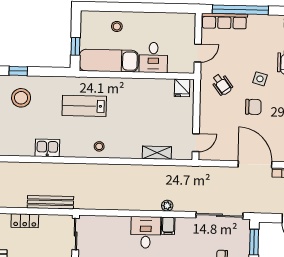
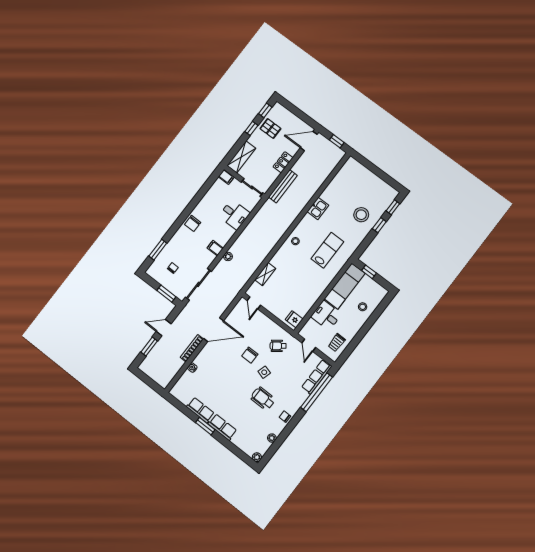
trolley: (174, 26) -> (337, 343), added
desk: (146, 232) -> (234, 215), moved

